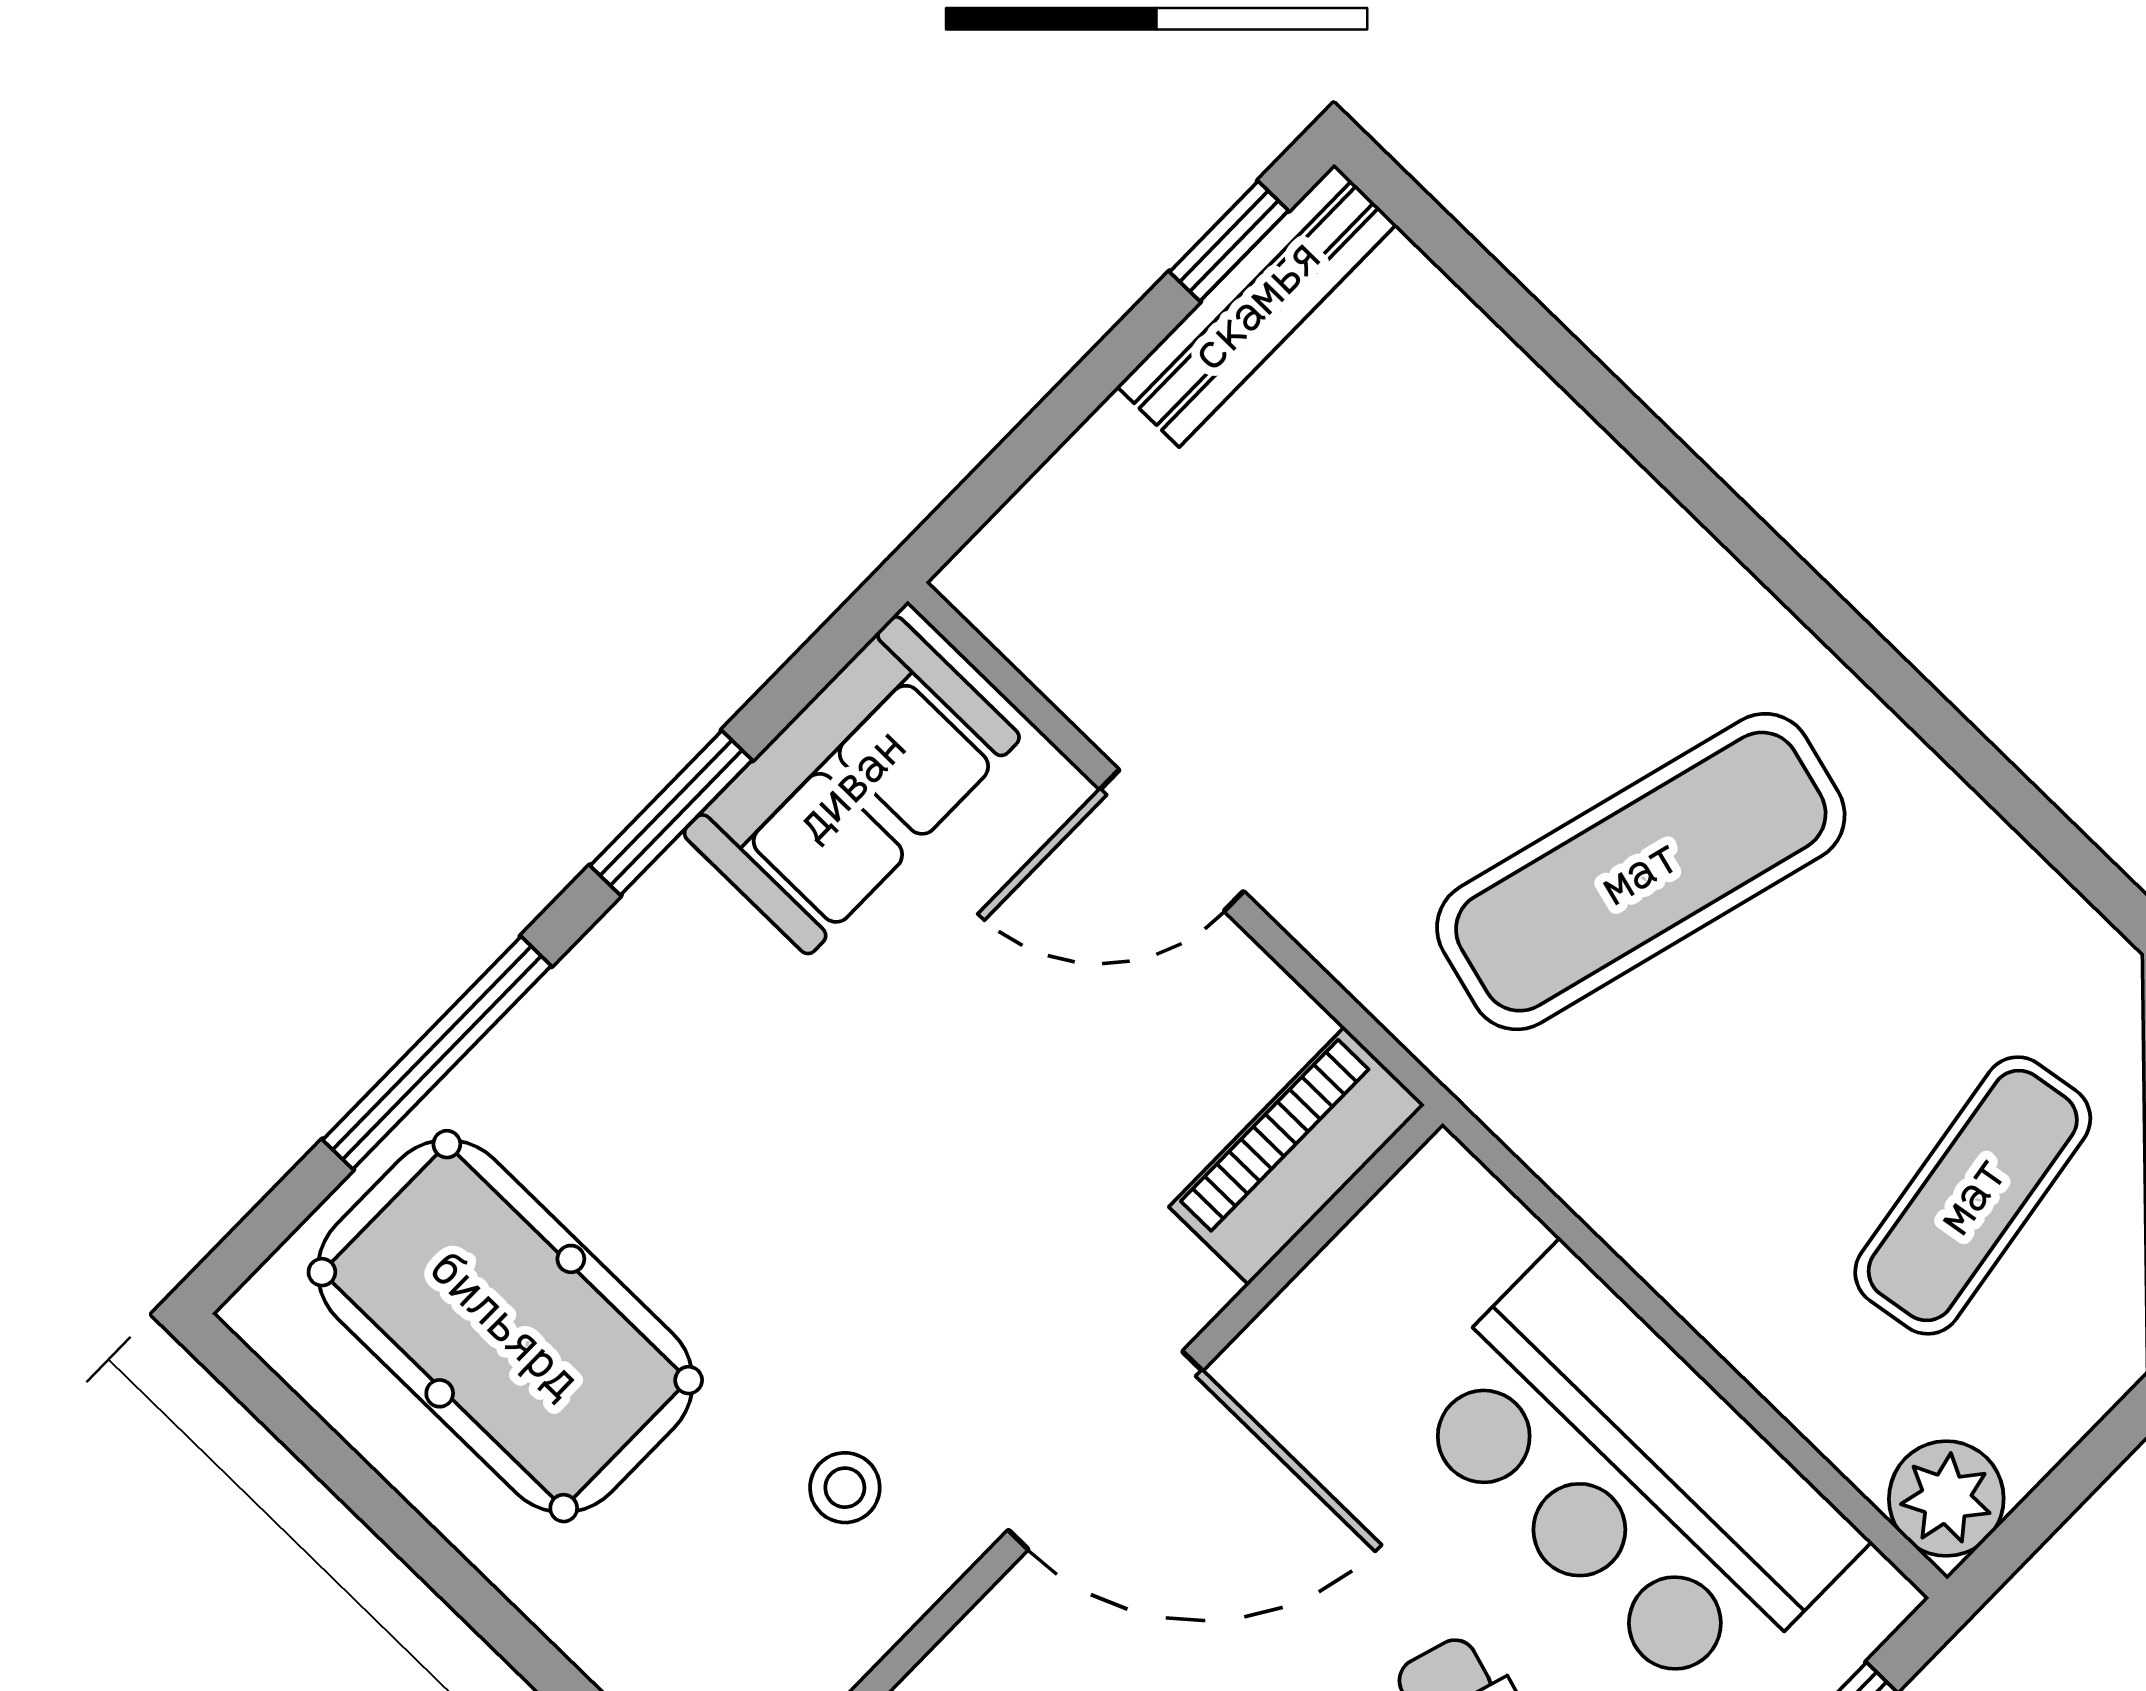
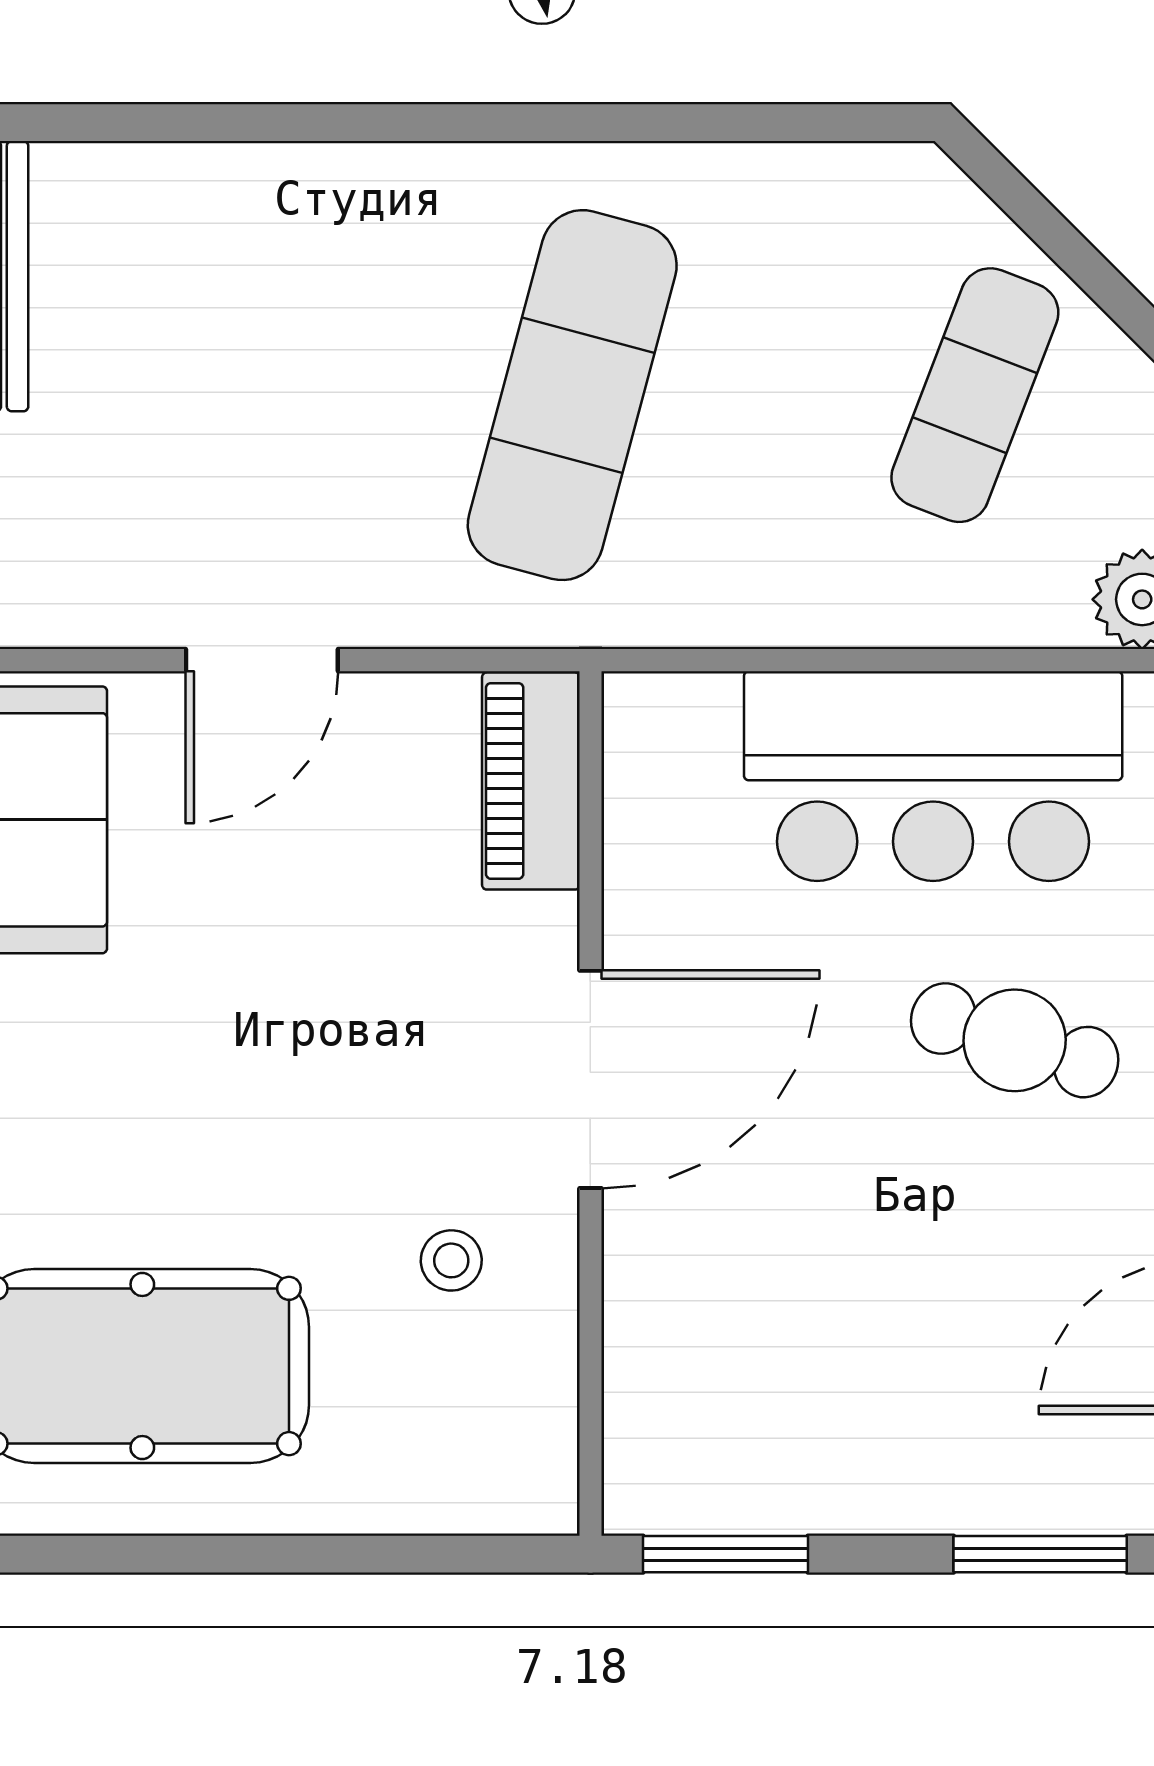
exercise mat: (1973, 1195) -> (975, 395), turned 30

